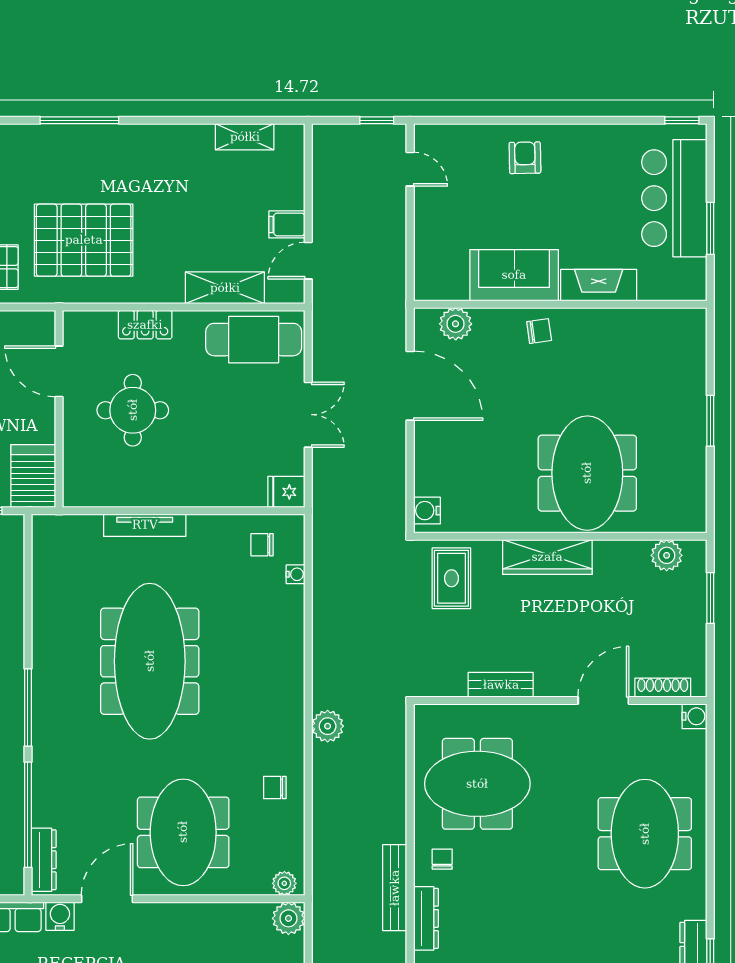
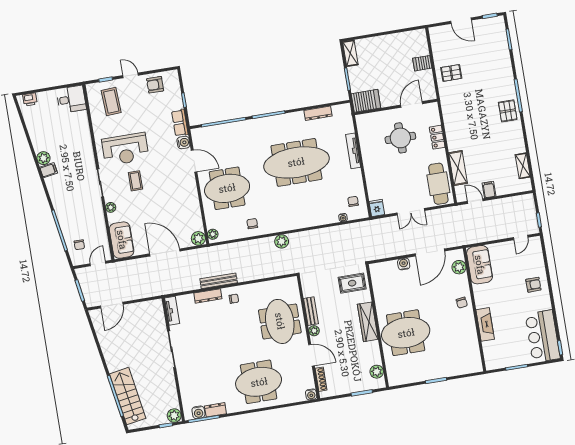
bar counter: (674, 198) -> (543, 336), moved, turned -90
pallet: (84, 240) -> (508, 111), moved, width x0.49, depth x0.50
sofa: (514, 275) -> (480, 265), moved
water cooler: (427, 511) -> (404, 264), moved
plant: (547, 685) -> (314, 331), added
meeting table: (477, 784) -> (280, 321), moved
dresser: (44, 860) -> (318, 113), moved

